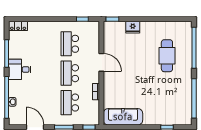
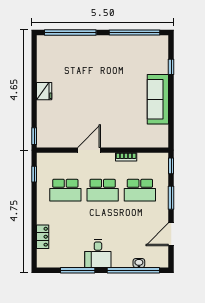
locker: (18, 26) -> (43, 237), moved
fridge: (133, 27) -> (44, 91), moved
cafe table: (167, 56) -> (80, 67), removed
sofa: (123, 117) -> (158, 99), moved

